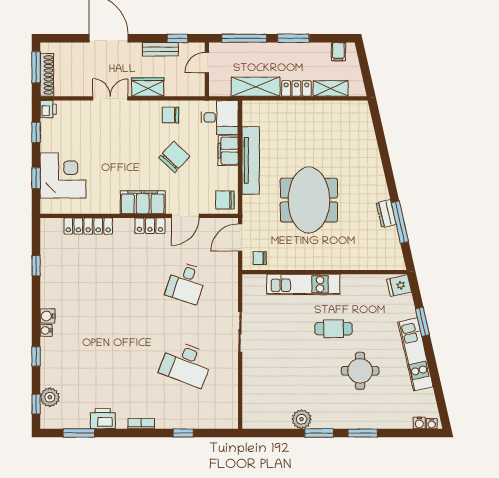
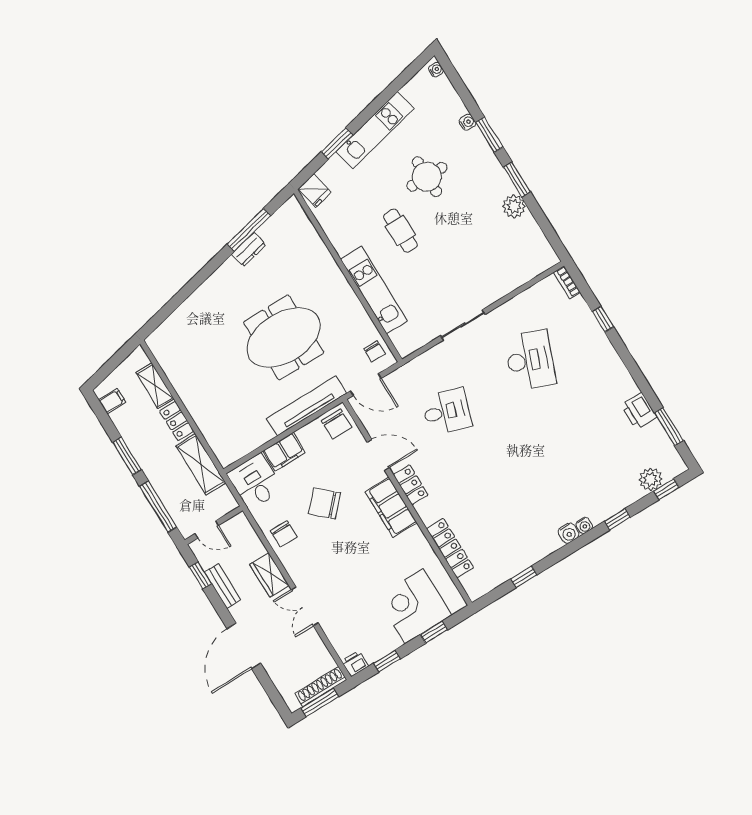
tv unit: (251, 160) -> (307, 406), moved
water cooler: (419, 423) -> (467, 122), moved
bookcase: (141, 424) -> (567, 282), moved

